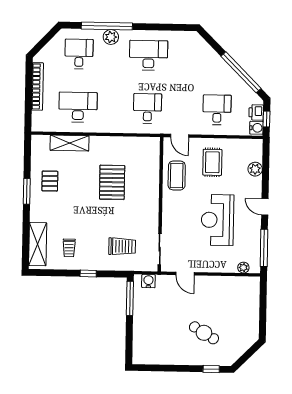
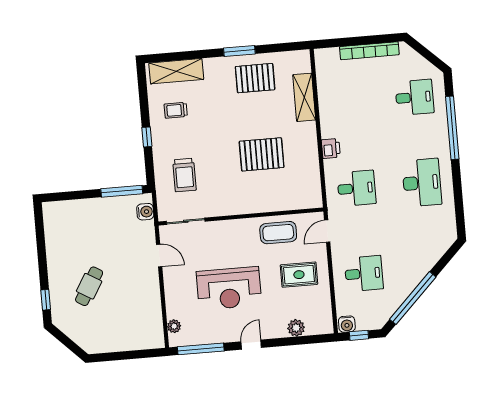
plant: (111, 37) -> (439, 134), removed
desk: (78, 107) -> (349, 103), removed
printer: (256, 112) -> (331, 148), moved, turned 90
pallet: (50, 181) -> (255, 78), width x1.50, depth x1.42
reception desk: (217, 220) -> (229, 288), turned 180
door: (185, 274) -> (159, 255), swing flipped

